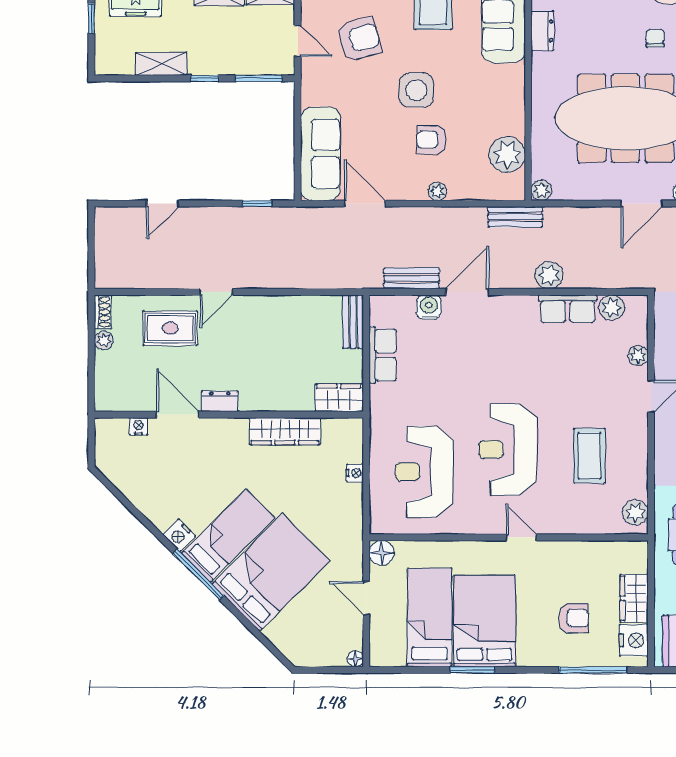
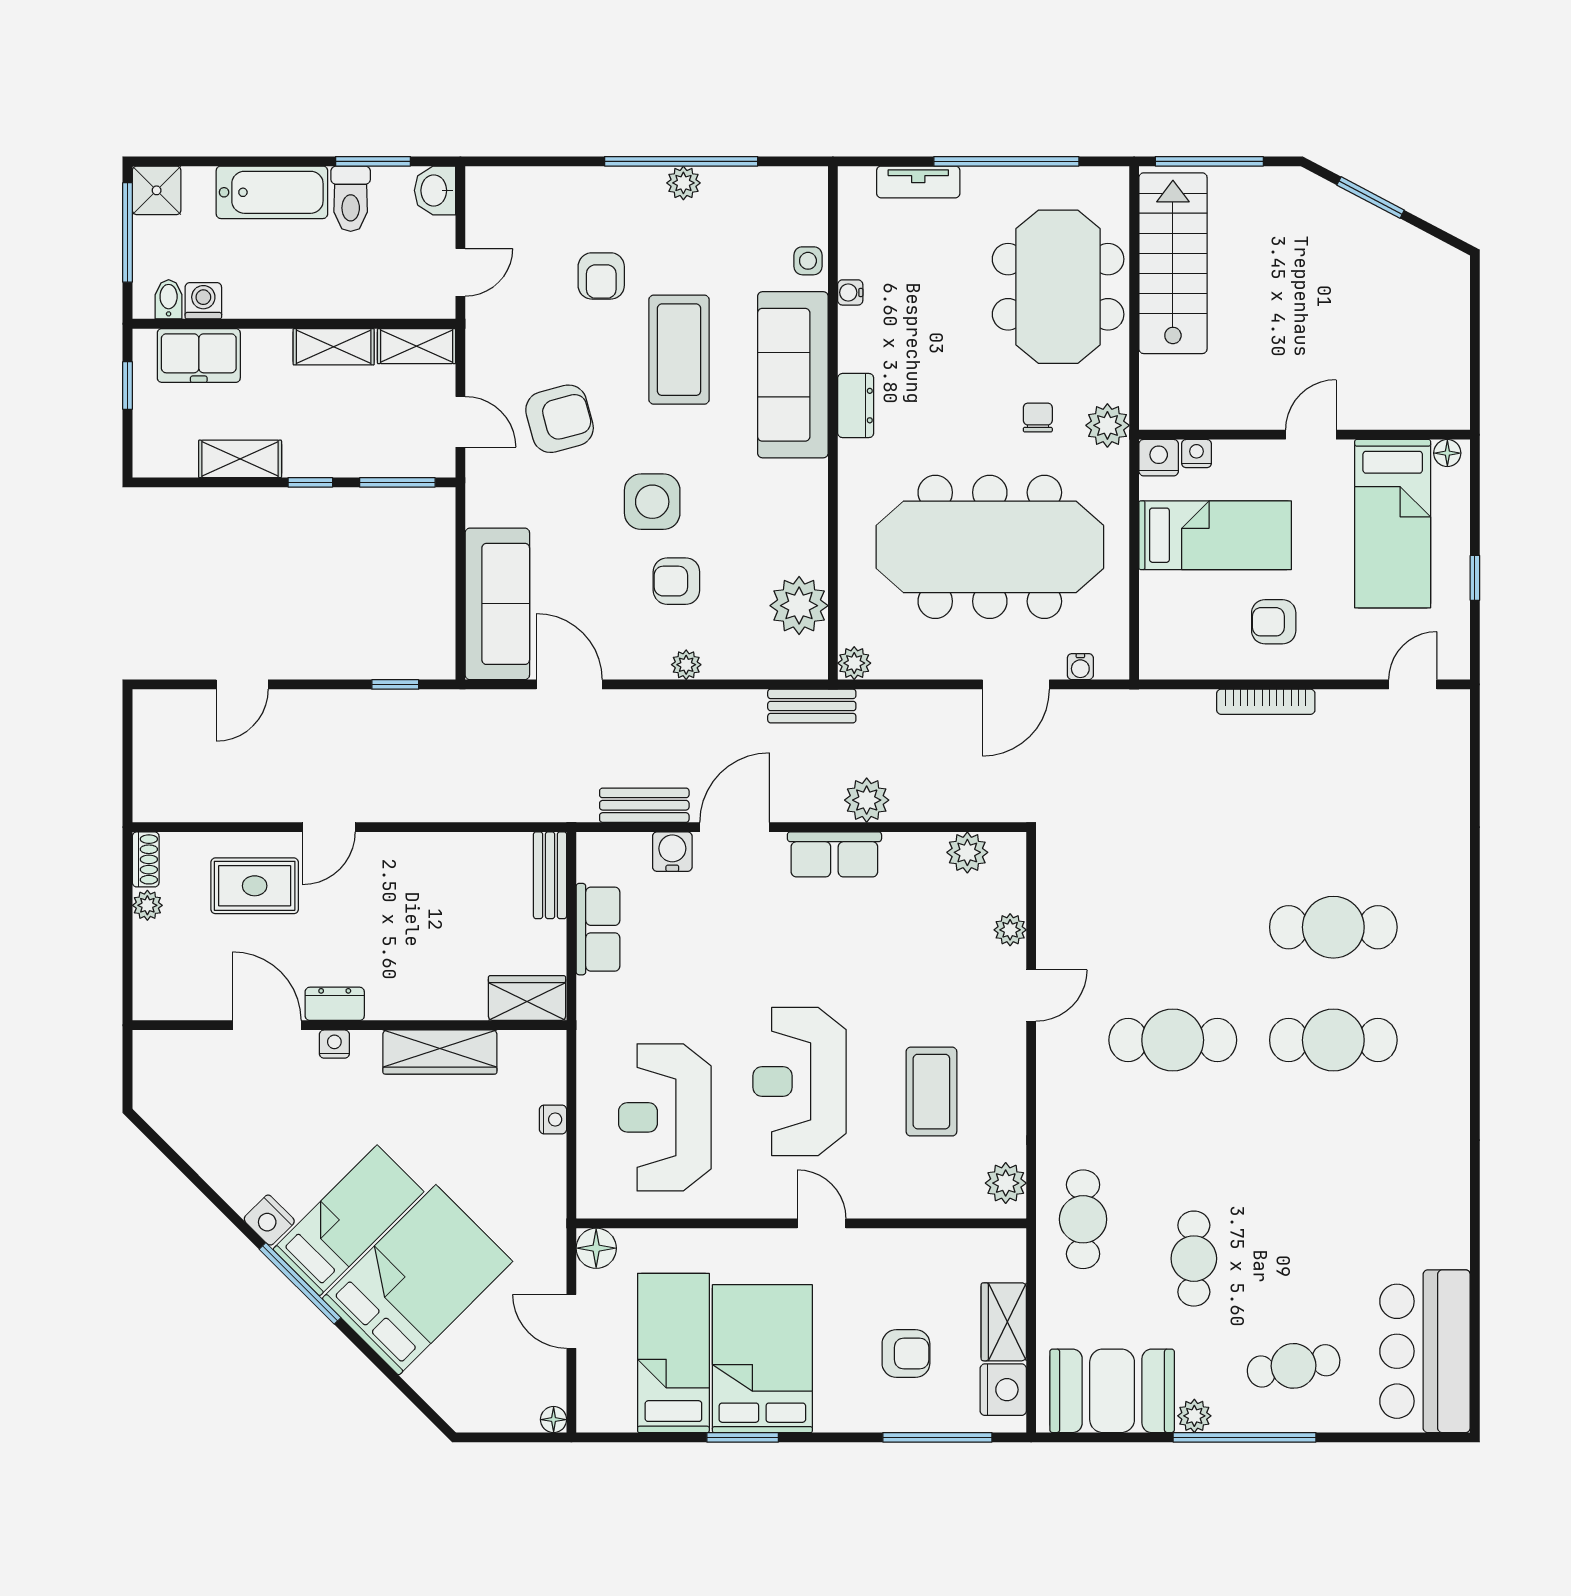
row of seats: (568, 309) -> (834, 854), moved
nightstand: (138, 426) -> (334, 1044), moved

